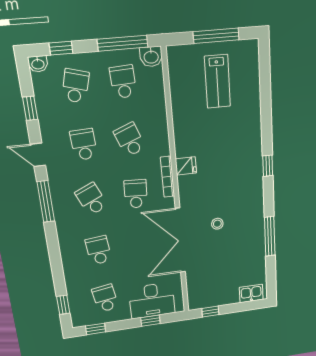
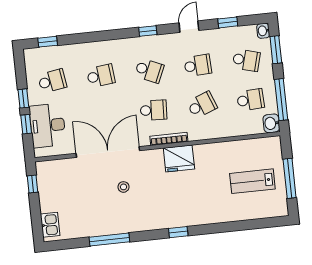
window: (61, 48) -> (276, 50), width x1.50
fridge: (186, 166) -> (179, 158), width x1.88, depth x1.34
school desk: (91, 199) -> (149, 71), turned 48
window: (46, 201) -> (148, 31), width x0.46
window: (96, 329) -> (23, 98), moved

